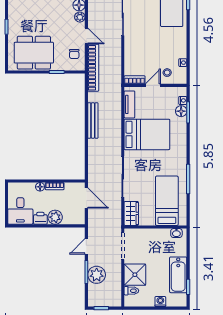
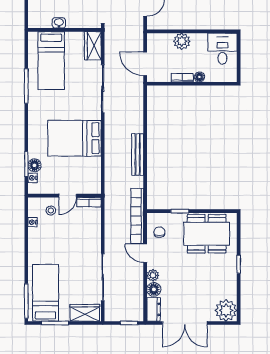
tv unit: (129, 104) -> (95, 173), removed
printer: (40, 218) -> (199, 40), removed
washbasin: (176, 233) -> (59, 23), moved

